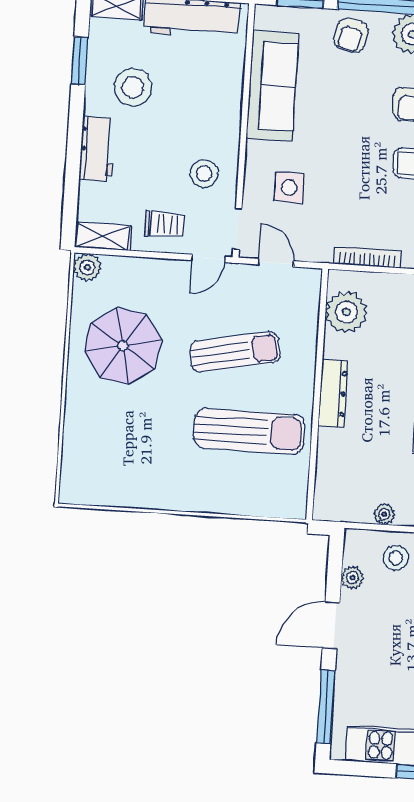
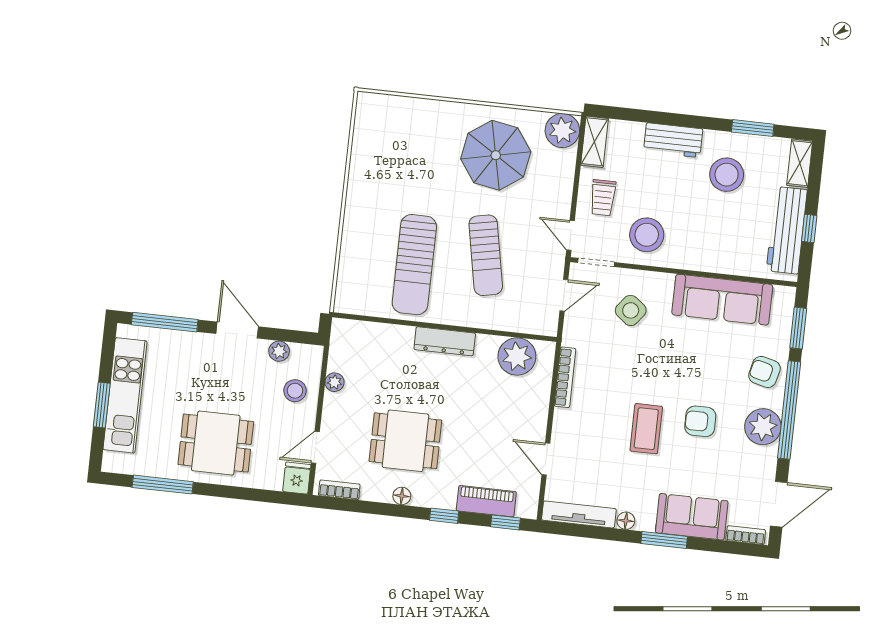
stool: (204, 173) -> (647, 235), width x1.38, depth x1.38
side table: (289, 188) -> (631, 310), turned 38
plant: (87, 267) -> (562, 130), width x1.36, depth x1.36

